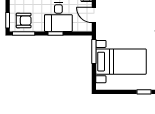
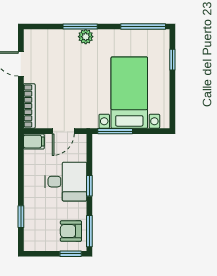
armchair: (24, 20) -> (71, 231), turned -90

